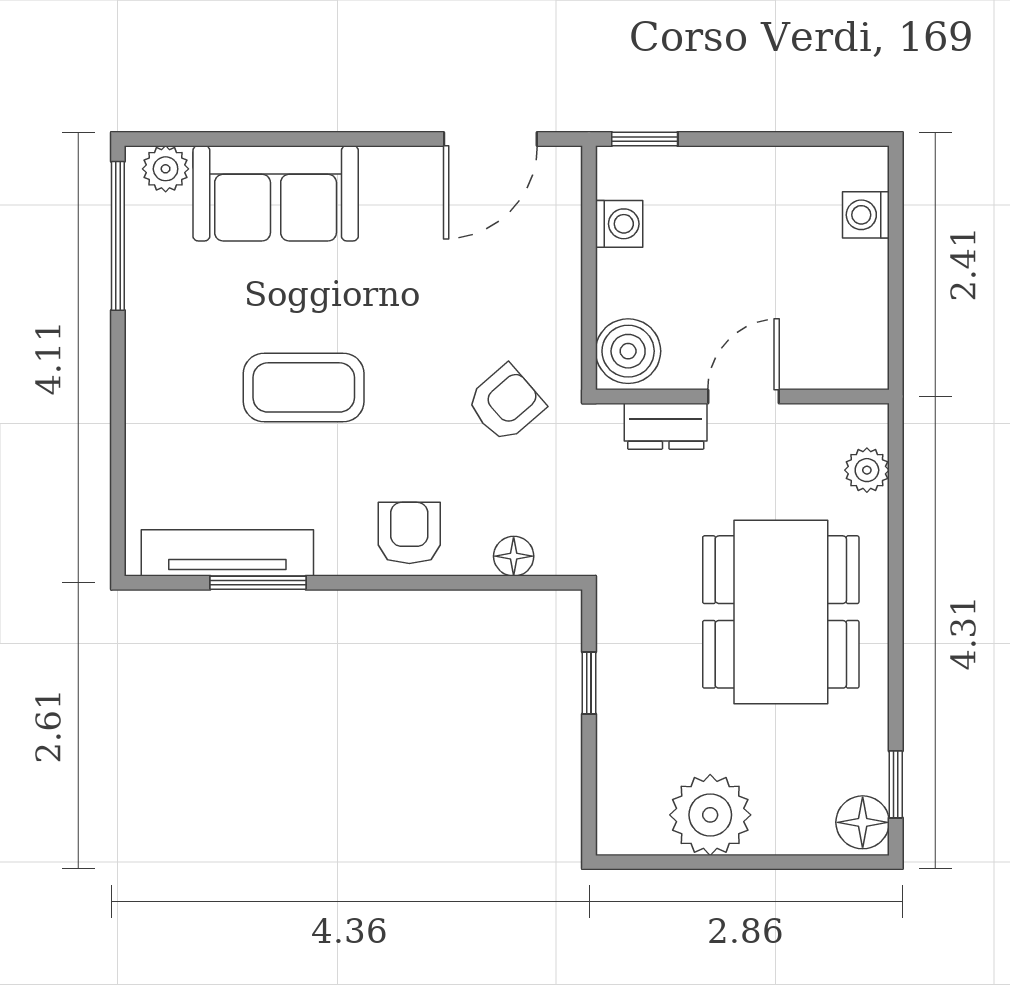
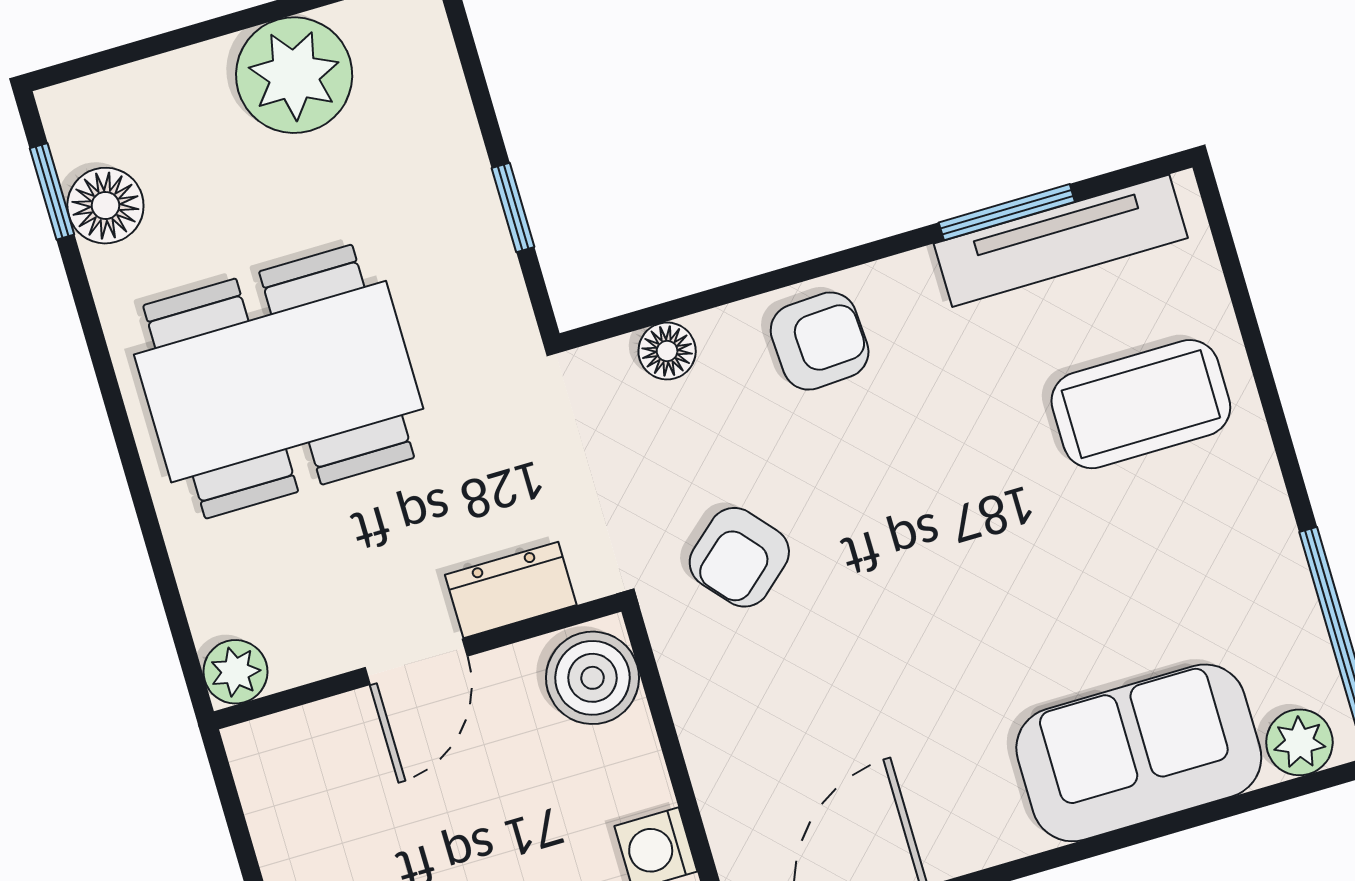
coffee table: (304, 387) -> (1141, 404), moved
plant: (867, 470) -> (235, 672), moved
armchair: (409, 533) -> (820, 341), turned -93
dining table: (781, 612) -> (279, 382), turned 90
floor lamp: (863, 822) -> (105, 206), moved

